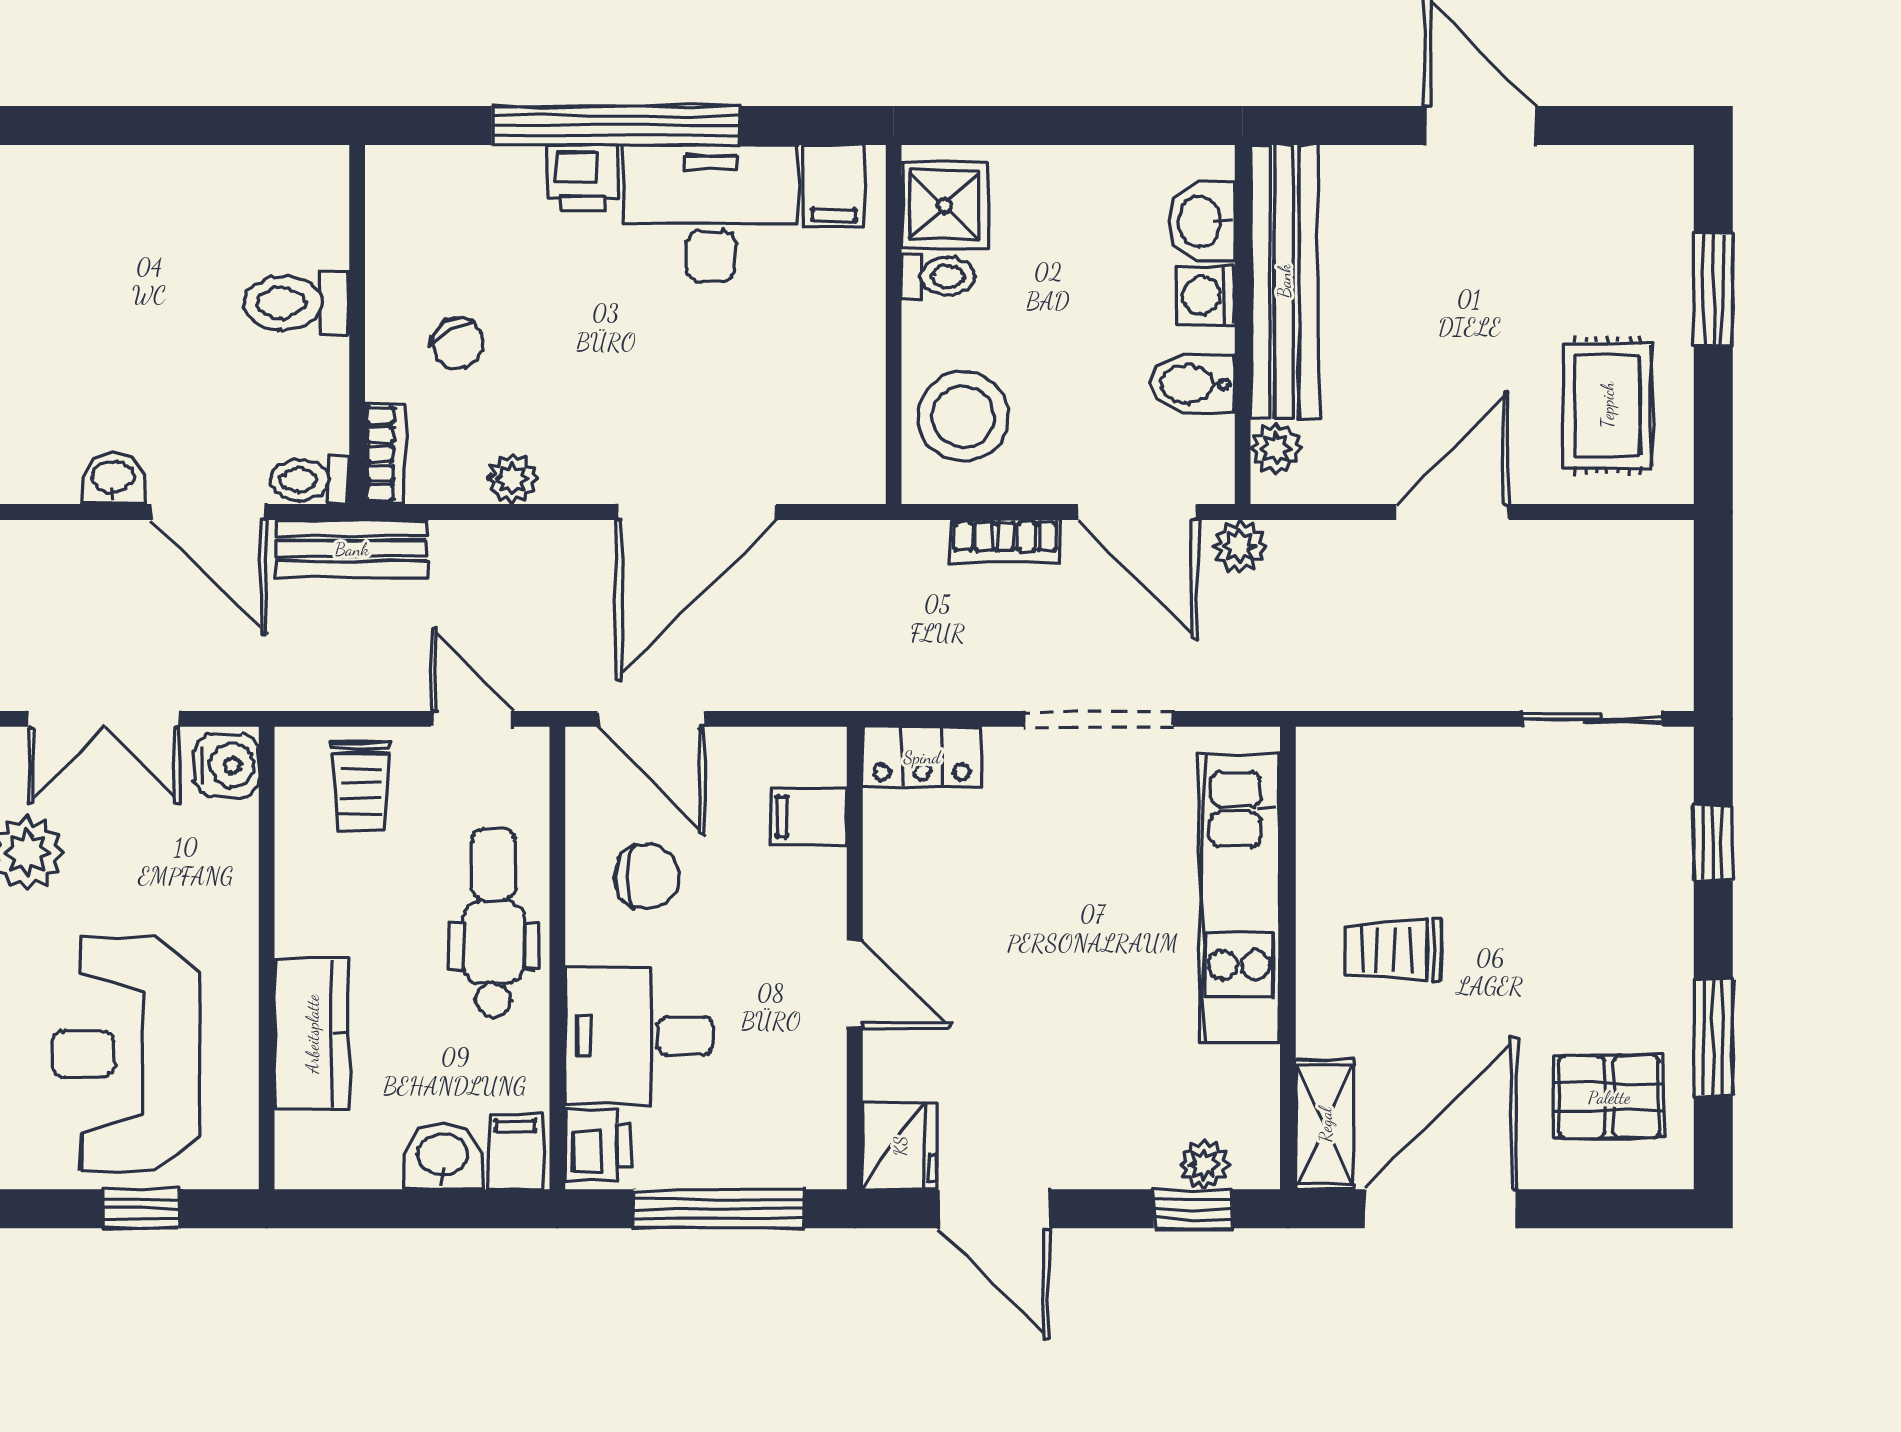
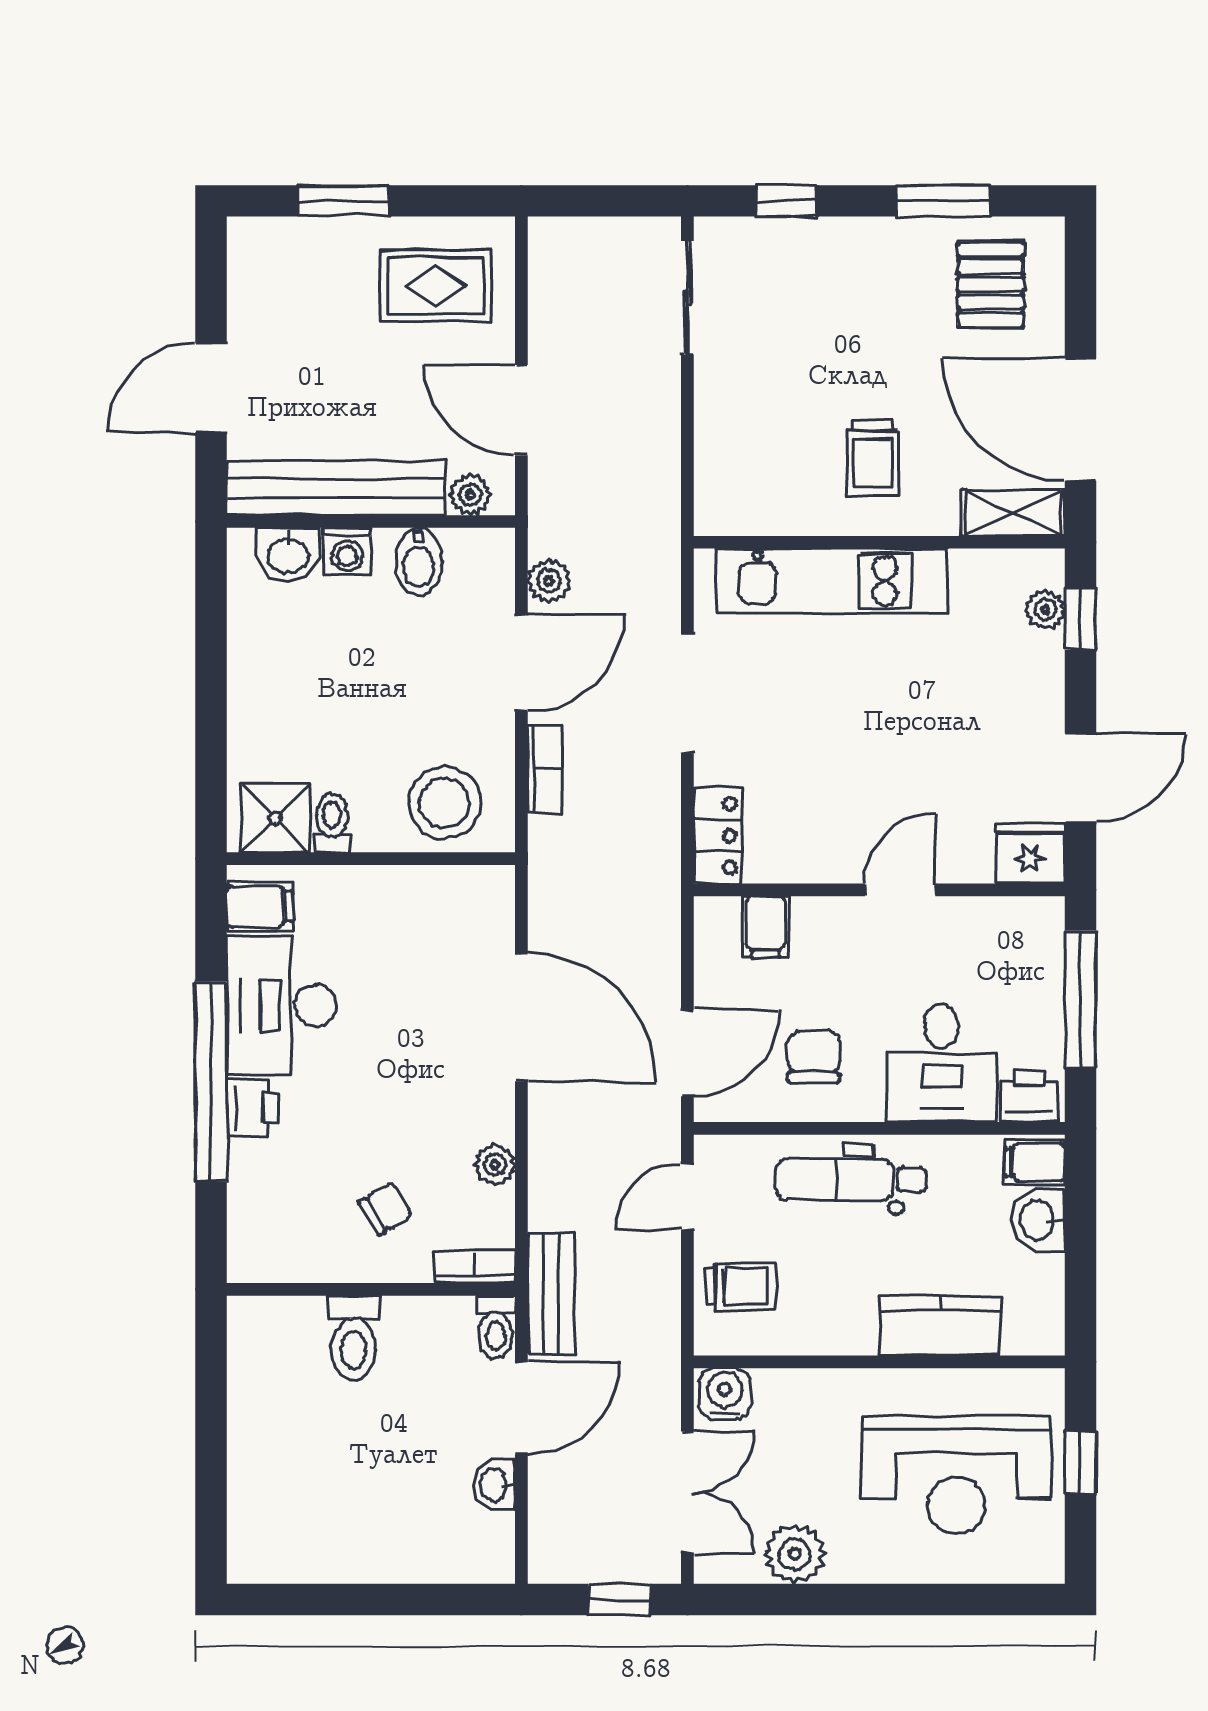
washbasin: (1201, 221) -> (288, 554), moved
bench: (1284, 281) -> (336, 488), moved
washing machine: (1206, 295) -> (347, 551), moved
wall: (1243, 325) -> (371, 522), moved
bidet: (1193, 384) -> (419, 562), moved
plant: (1276, 449) -> (470, 495), moved

